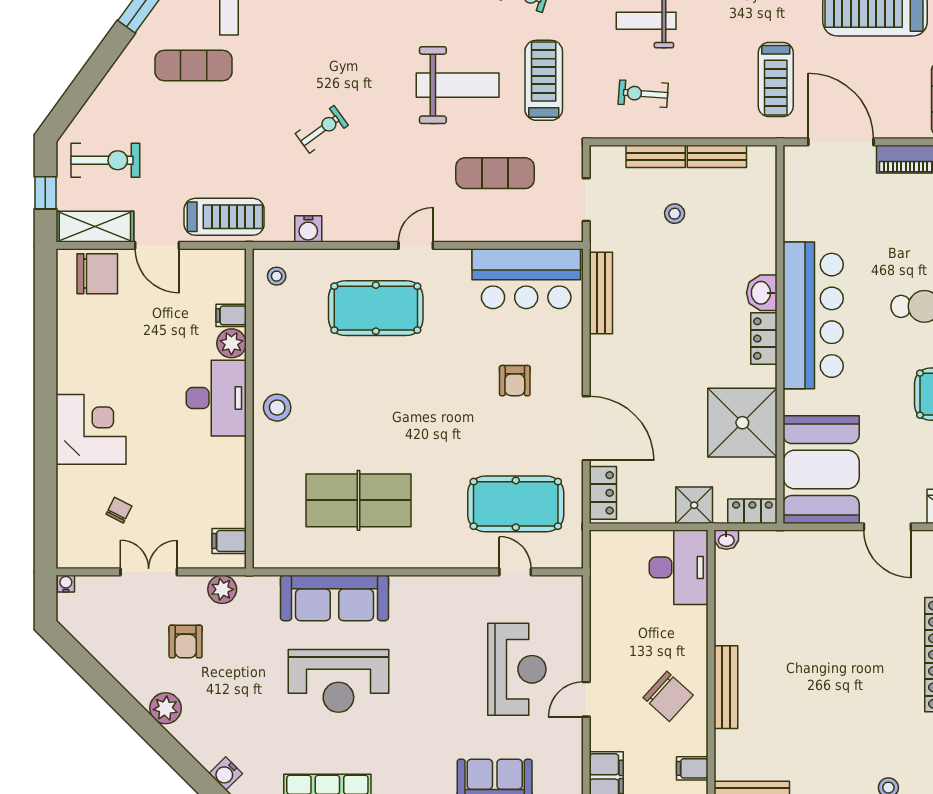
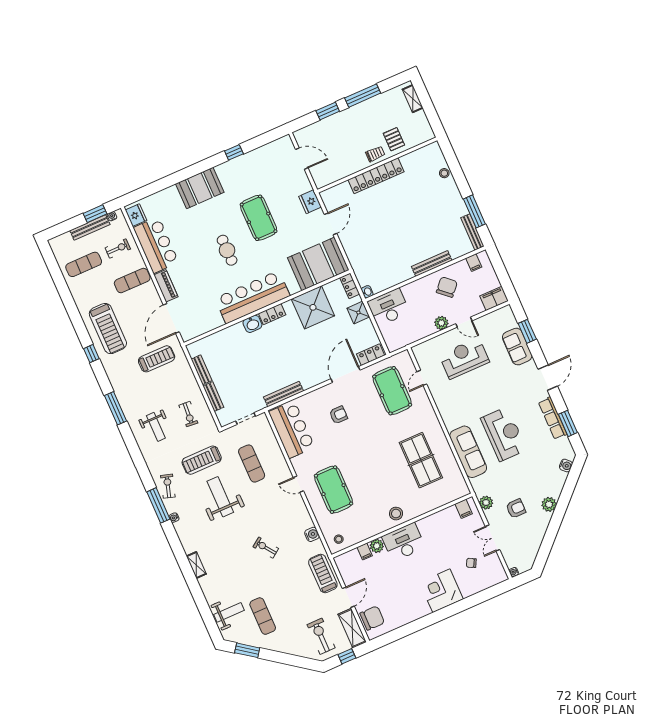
stool: (675, 214) -> (235, 377), removed
chair: (97, 274) -> (372, 618), turned 90
plant: (604, 655) -> (441, 323), added

